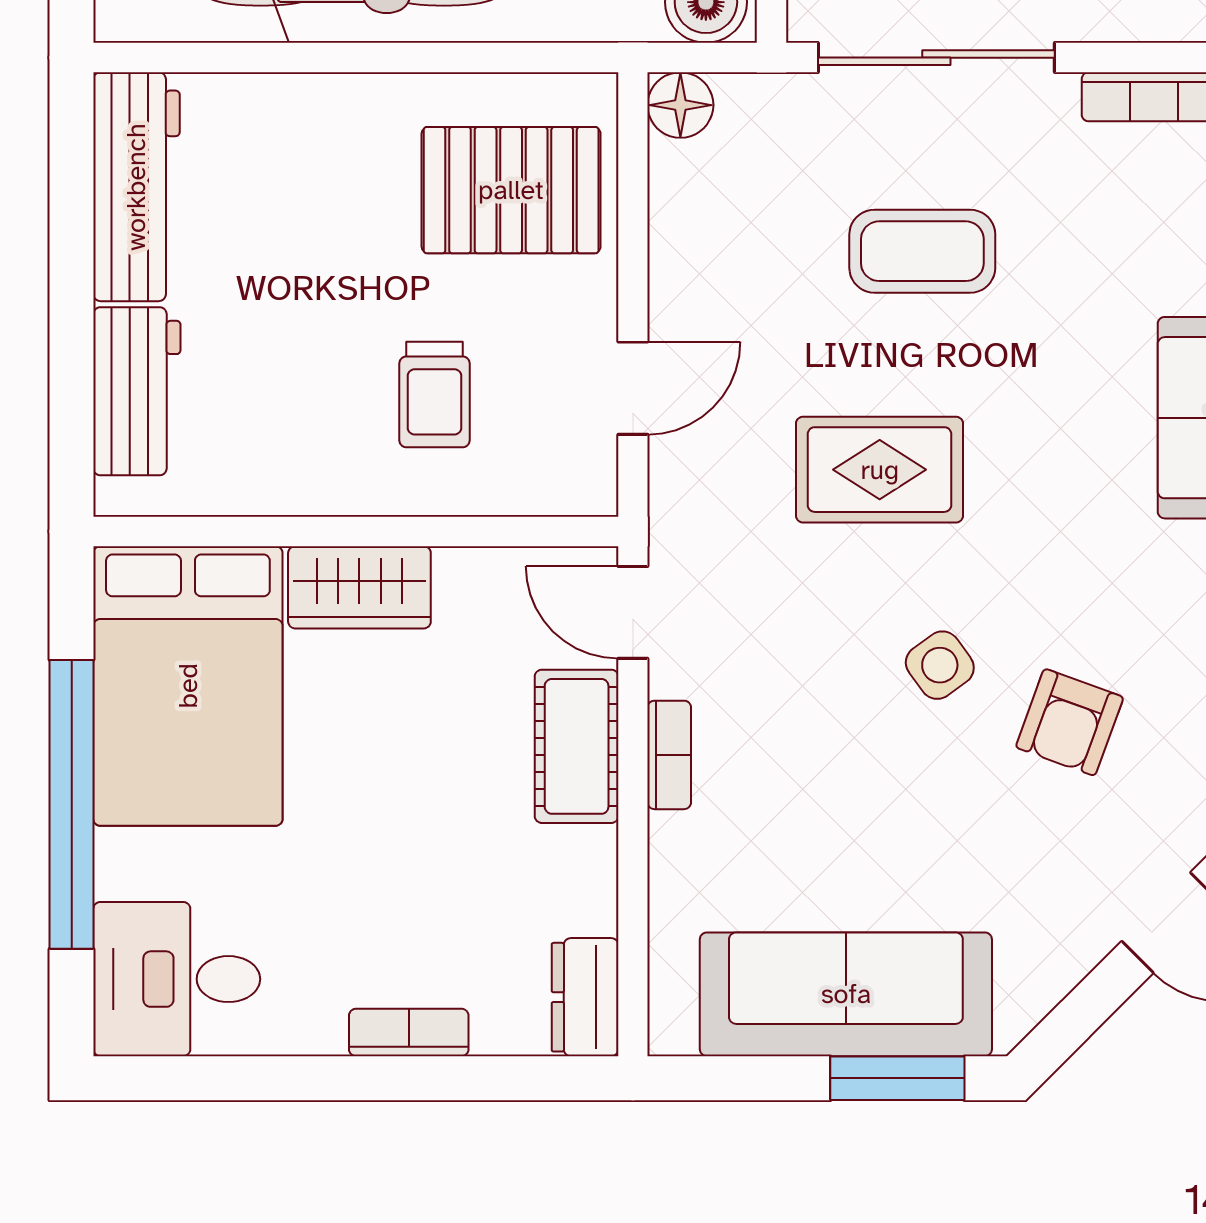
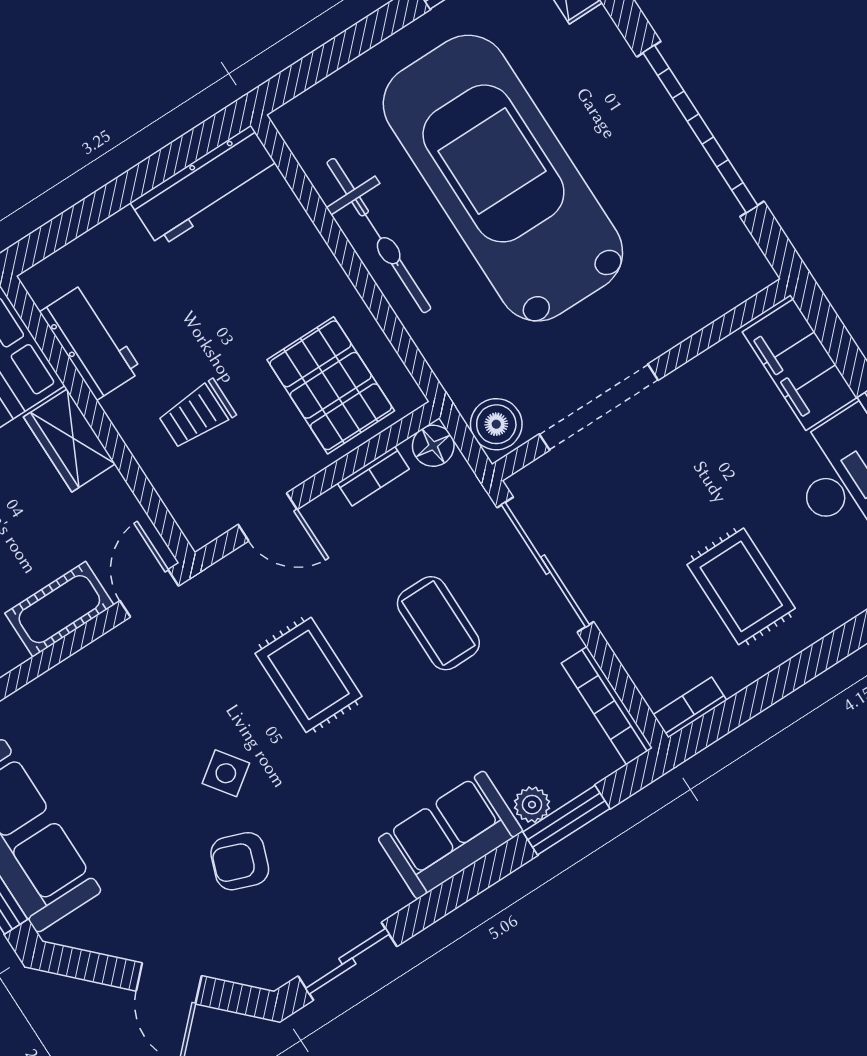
workbench: (137, 391) -> (91, 341), moved, turned -90
bookcase: (669, 755) -> (373, 476), moved

